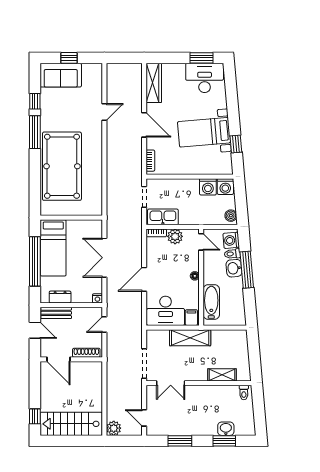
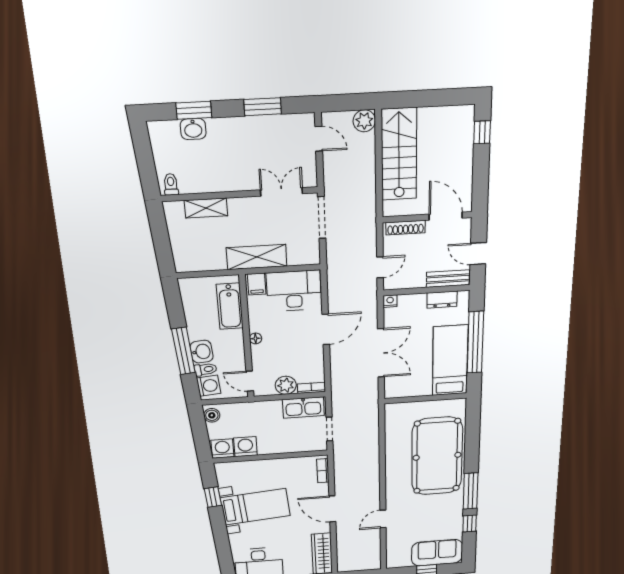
stairs: (71, 424) -> (399, 154), moved, turned -90

